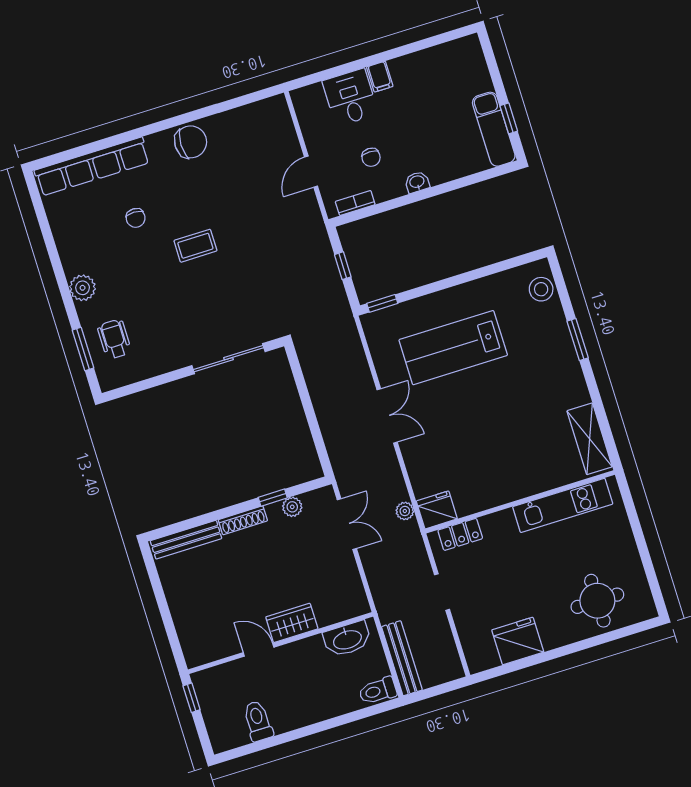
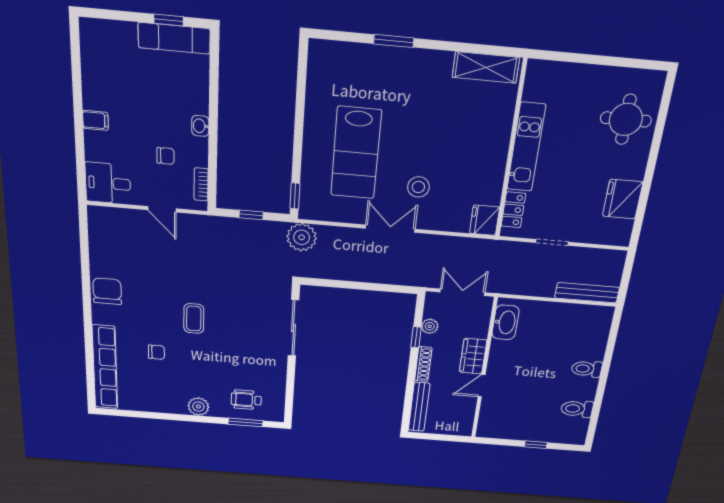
desk: (350, 97) -> (108, 183), moved
stool: (541, 289) -> (418, 187), moved
kitchen unit: (563, 505) -> (526, 147), moved
plant: (405, 511) -> (302, 237), moved, width x1.88, depth x1.88
wardrobe: (292, 623) -> (473, 356), moved
washbasin: (347, 639) -> (505, 322), moved
wall: (280, 643) -> (484, 369), moved
door: (259, 650) -> (482, 386), moved
toilet: (378, 691) -> (587, 369), moved, turned 90

